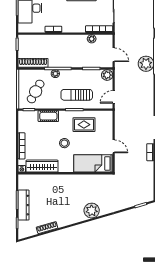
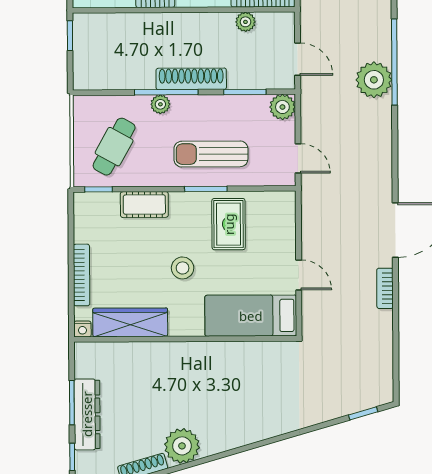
shoe rack: (33, 63) -> (191, 79), moved
door: (114, 97) -> (298, 158), swing flipped
rug: (84, 125) -> (229, 224), turned 90
plant: (92, 211) -> (182, 446), moved

